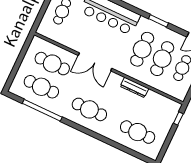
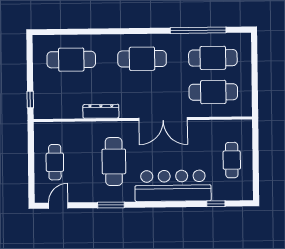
cafe table: (162, 59) -> (84, 162), removed
double door: (95, 62) -> (163, 119), swing flipped

